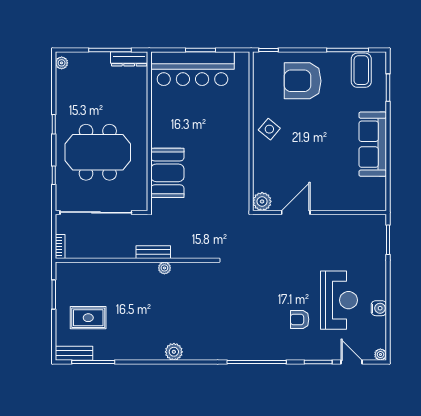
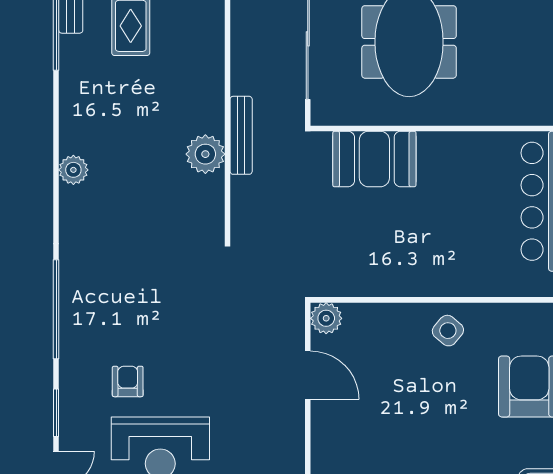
bench: (153, 252) -> (241, 135), width x1.36
plant: (164, 268) -> (205, 154), width x1.87, depth x1.87

